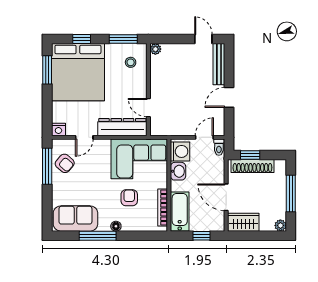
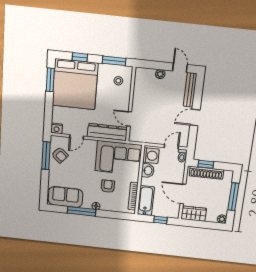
plant: (155, 49) -> (160, 74), moved

